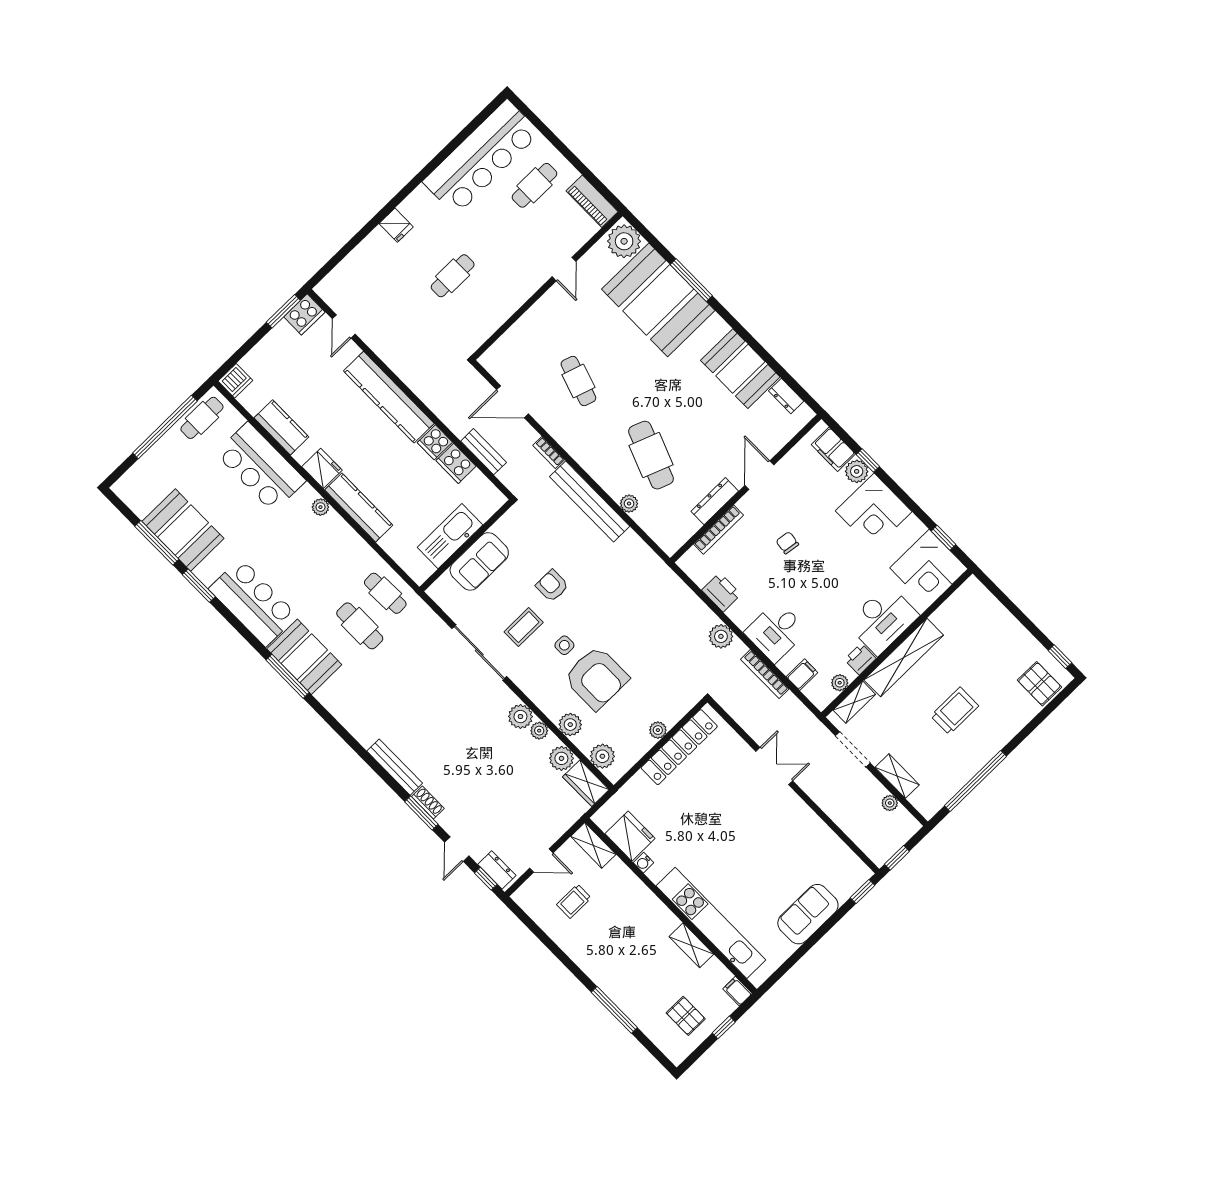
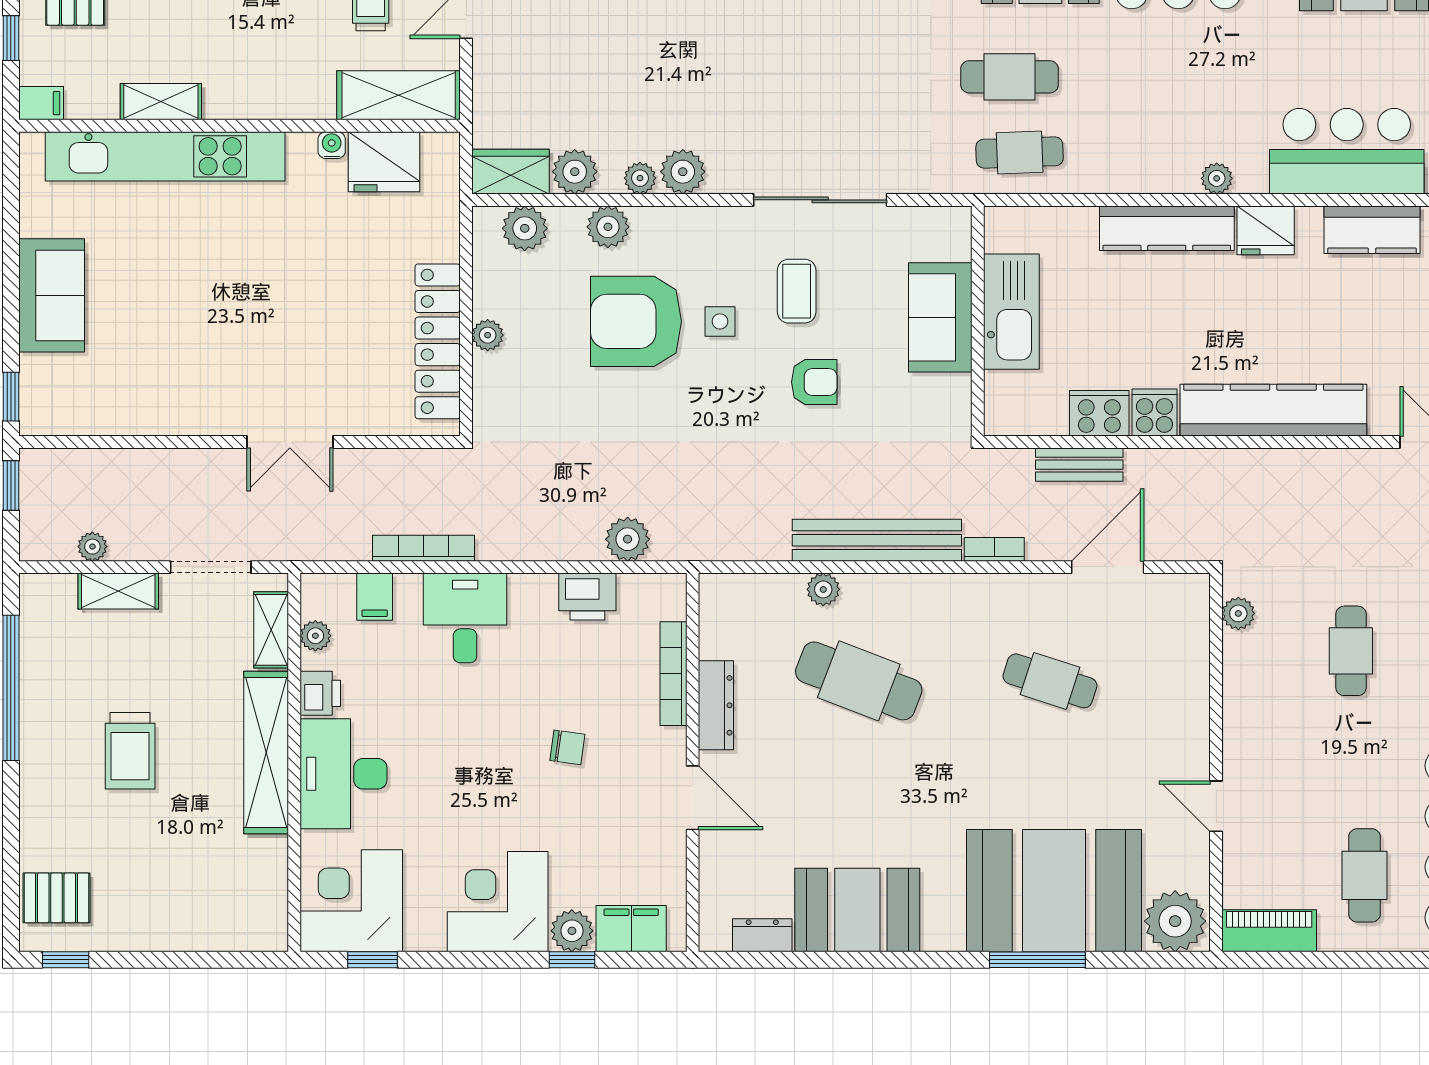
plant: (481, 334) -> (1238, 613), added
plant: (721, 636) -> (628, 539), moved
shelving: (593, 845) -> (399, 95), width x1.50, depth x1.33

